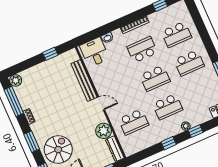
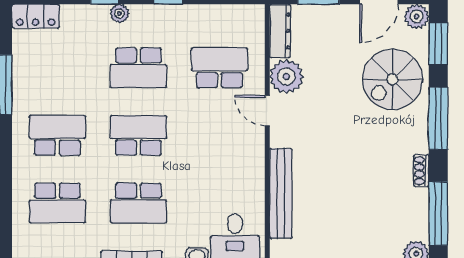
school desk: (176, 34) -> (57, 203), turned 180
door: (101, 103) -> (267, 110), moved
school desk: (168, 107) -> (138, 68), turned 180
window: (32, 142) -> (438, 118), width x1.44

